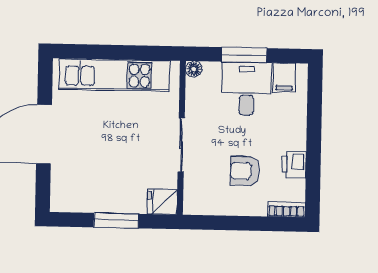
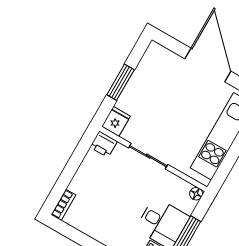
printer: (294, 164) -> (104, 144), moved, turned 180
armchair: (245, 171) -> (106, 191), removed

